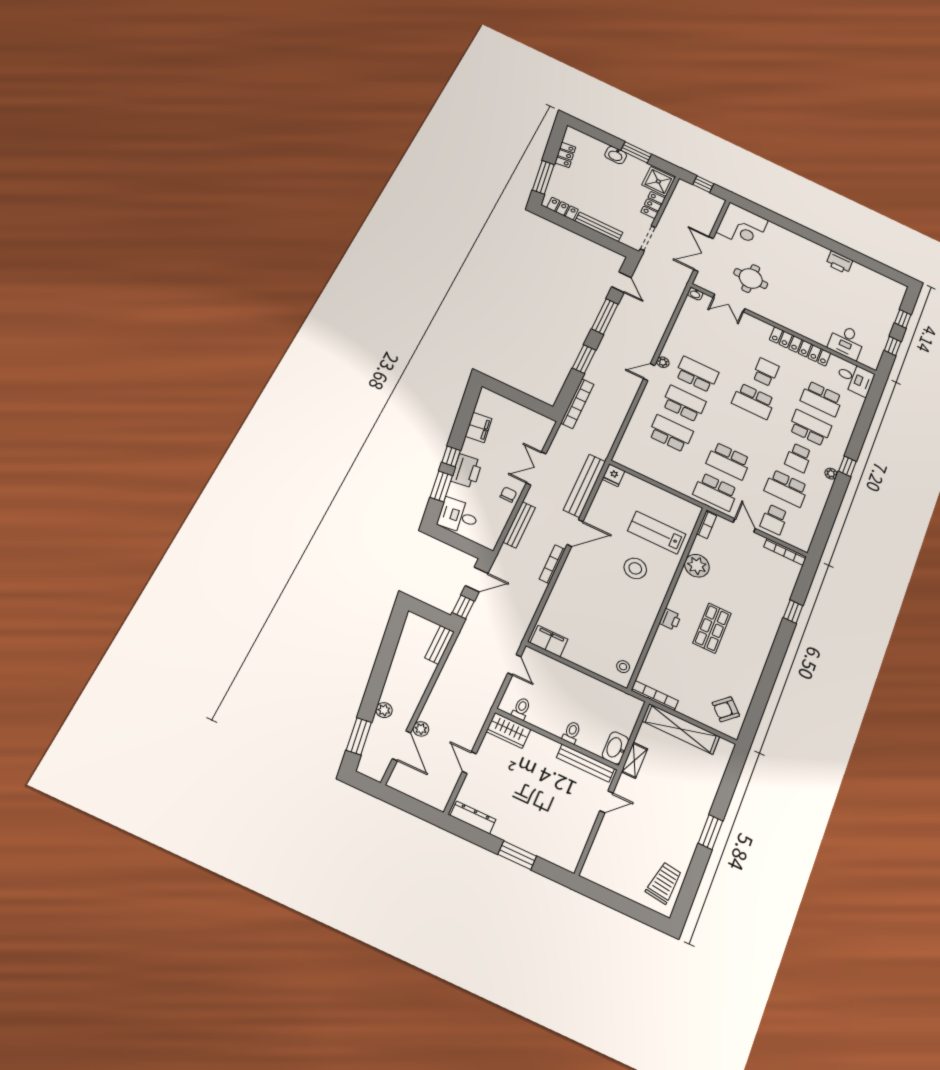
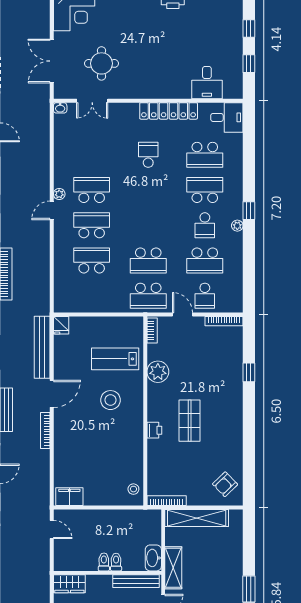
school desk: (753, 401) -> (148, 190), removed
toilet: (521, 709) -> (104, 562), moved
shelving: (634, 760) -> (173, 568), width x1.50, depth x1.33

